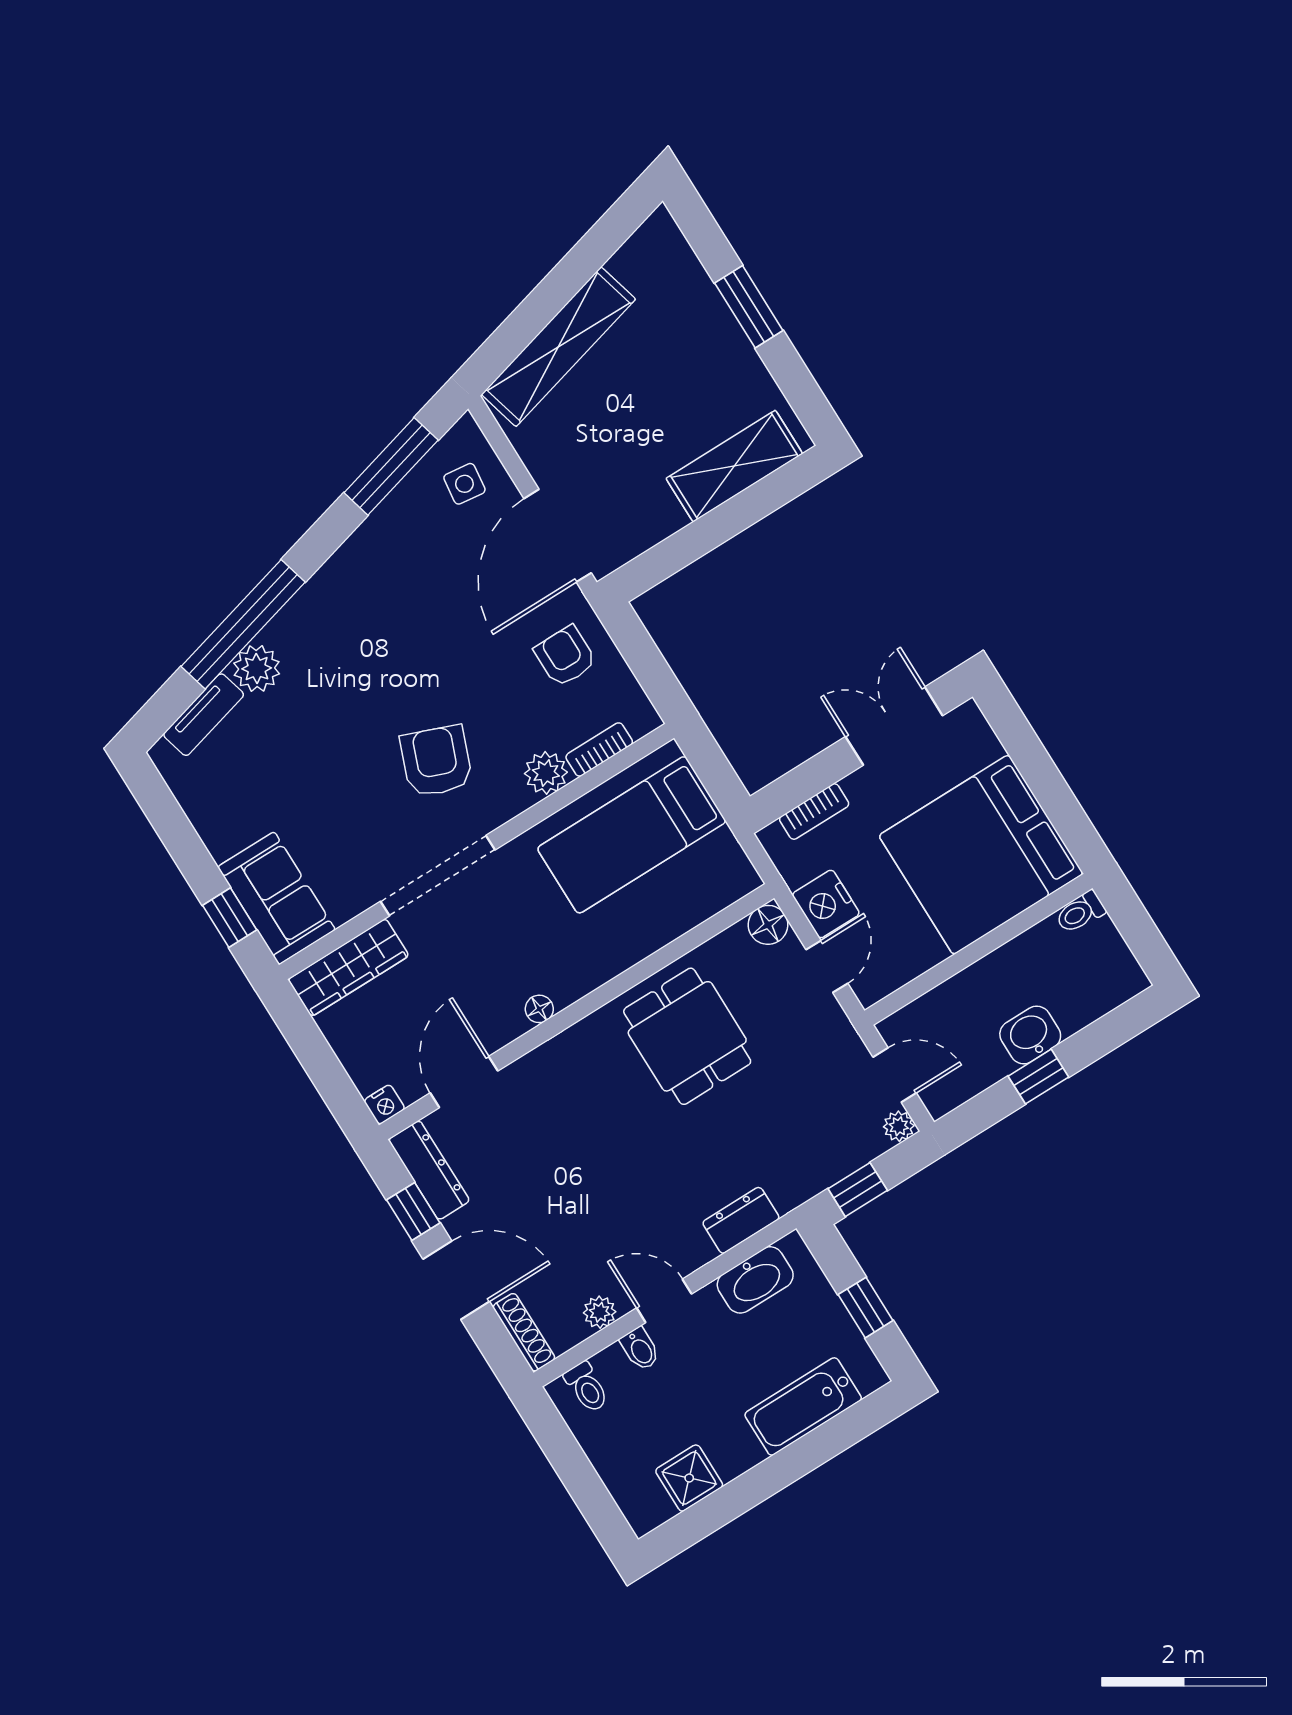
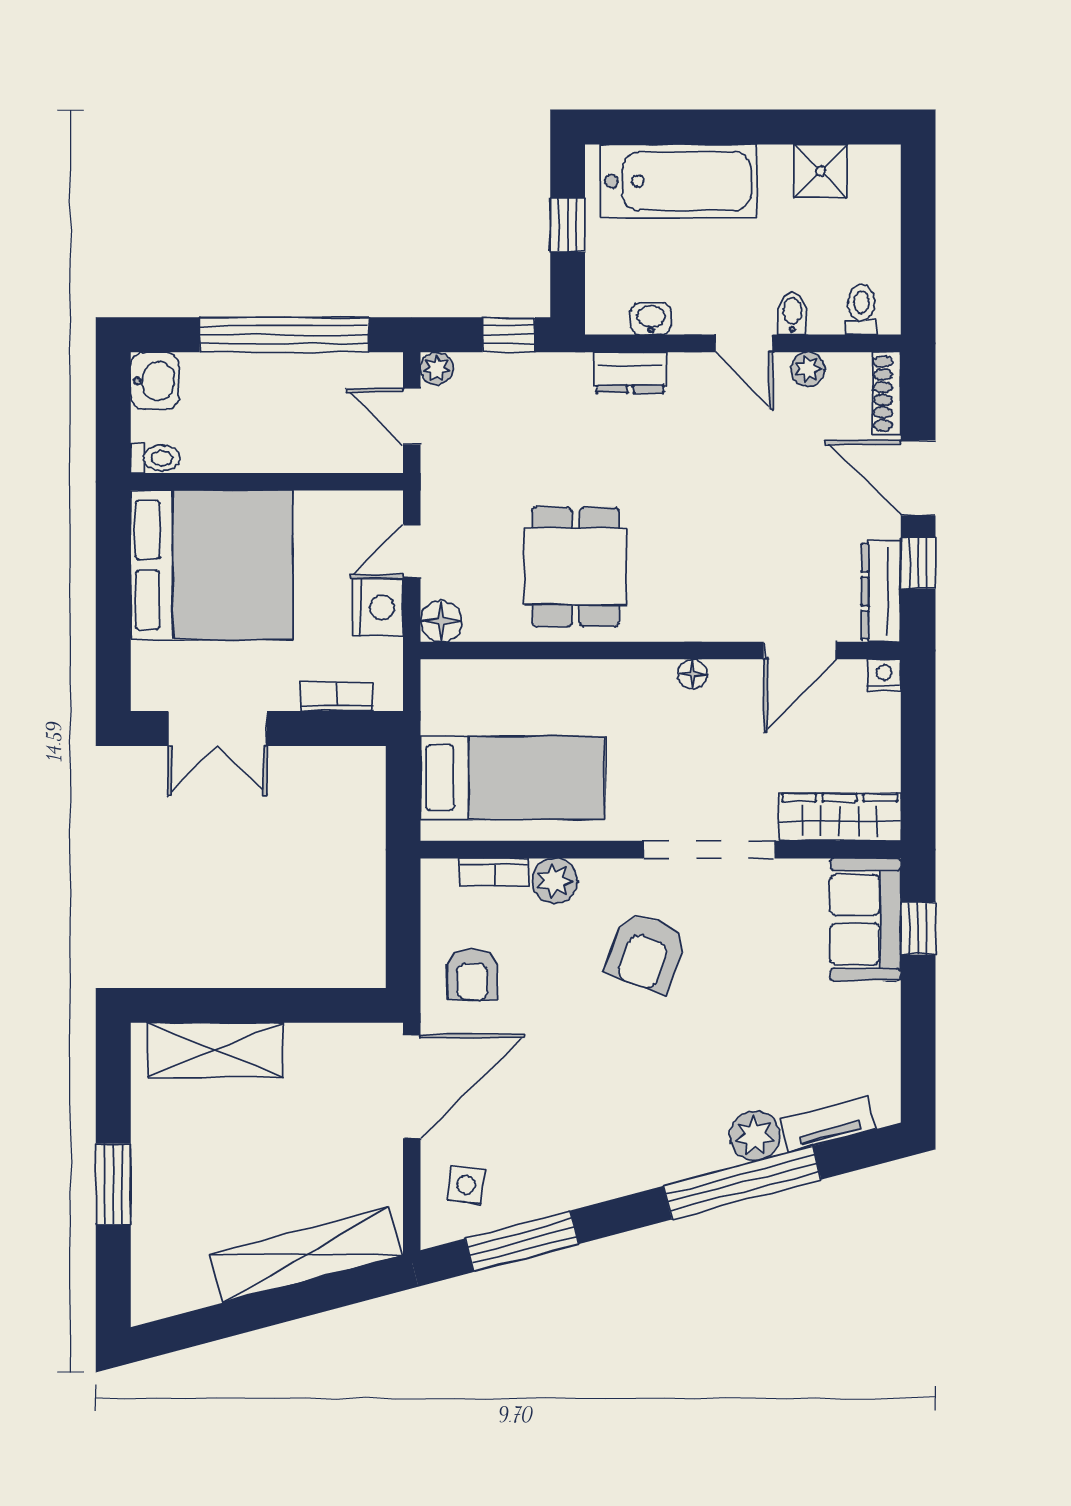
washbasin: (1030, 1035) -> (155, 381), moved, turned -90
window: (1038, 1077) -> (284, 335), width x3.17
washbasin: (755, 1280) -> (651, 318), width x0.52, depth x0.69
bathtub: (803, 1406) -> (679, 181), width x1.36, depth x1.36

